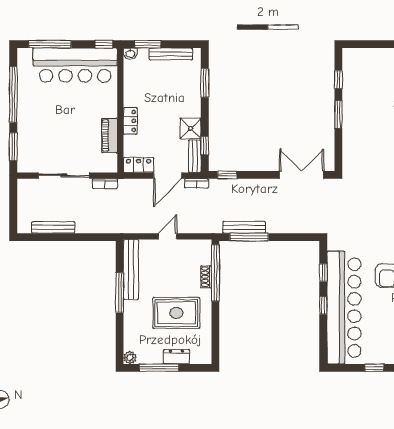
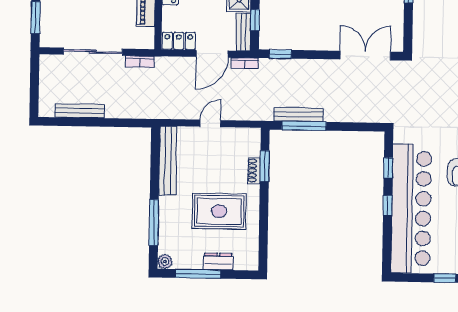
window: (215, 273) -> (265, 166), width x0.47
window: (120, 293) -> (154, 222), moved

